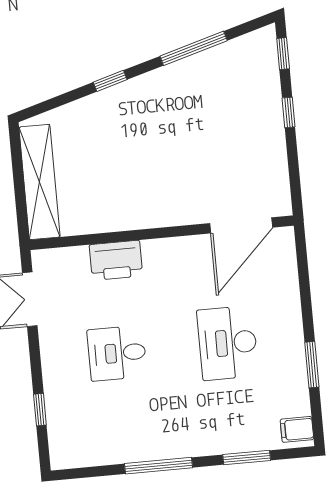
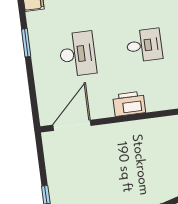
printer: (116, 260) -> (129, 104), moved

